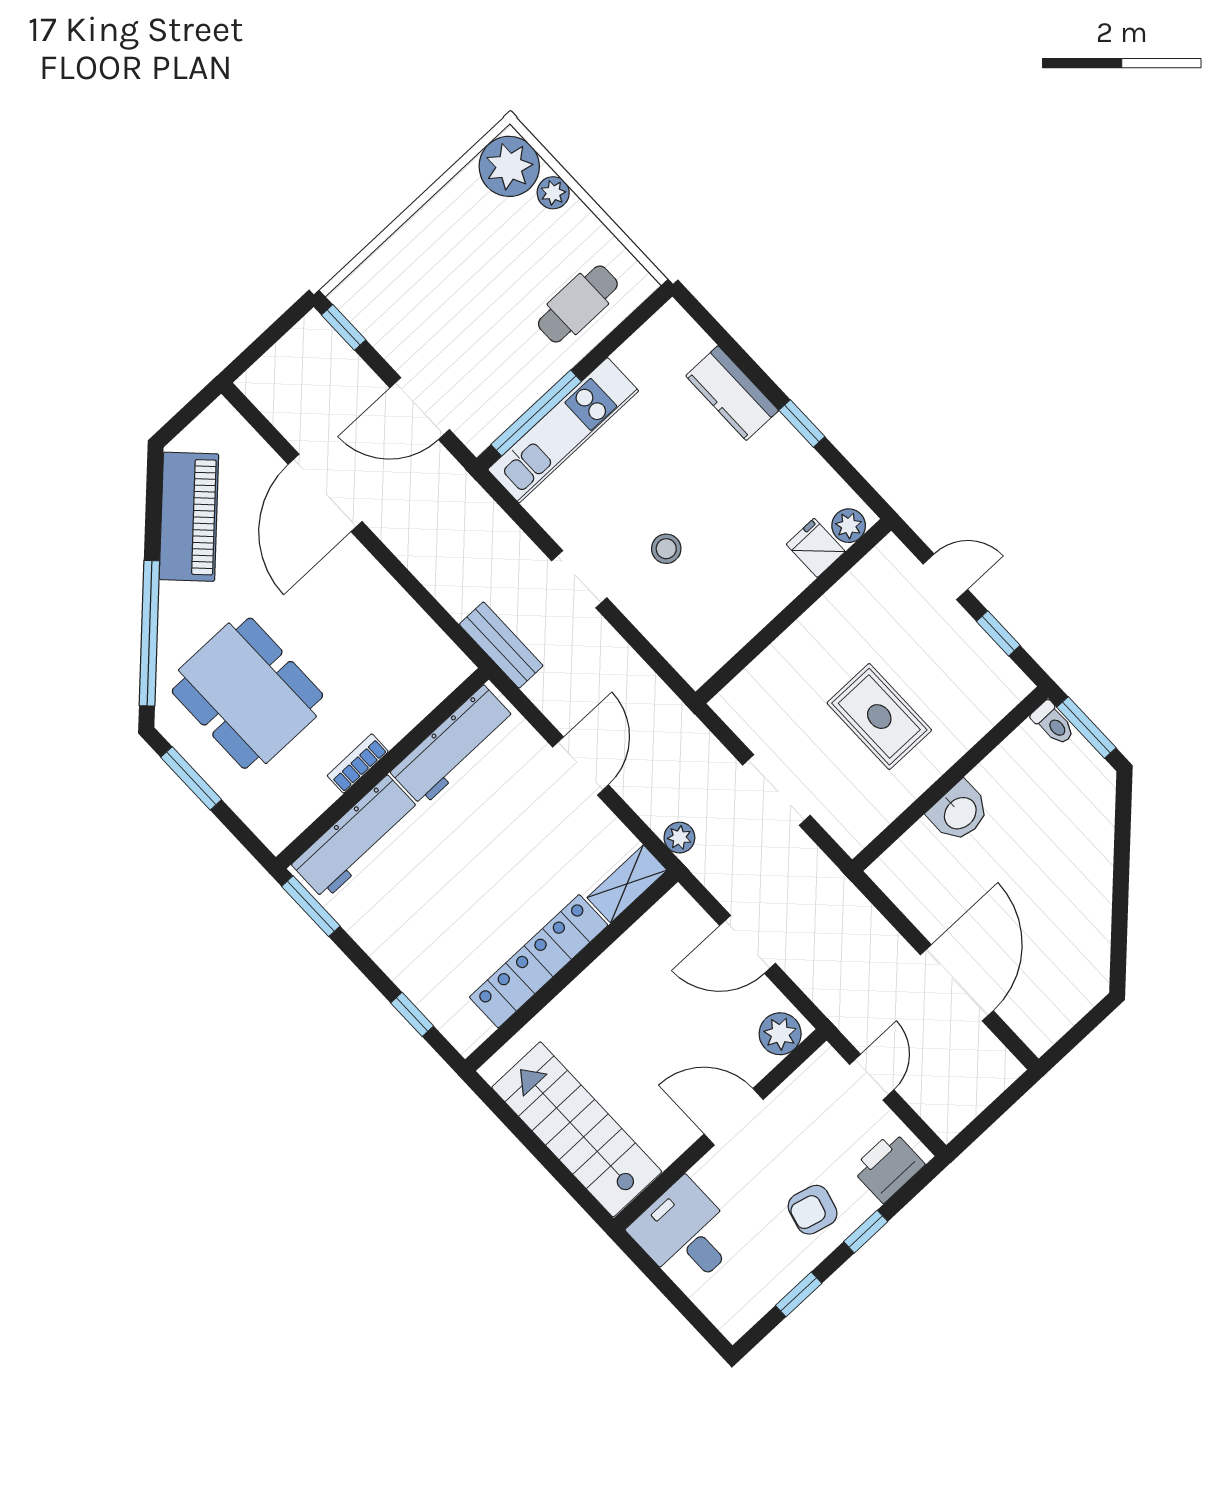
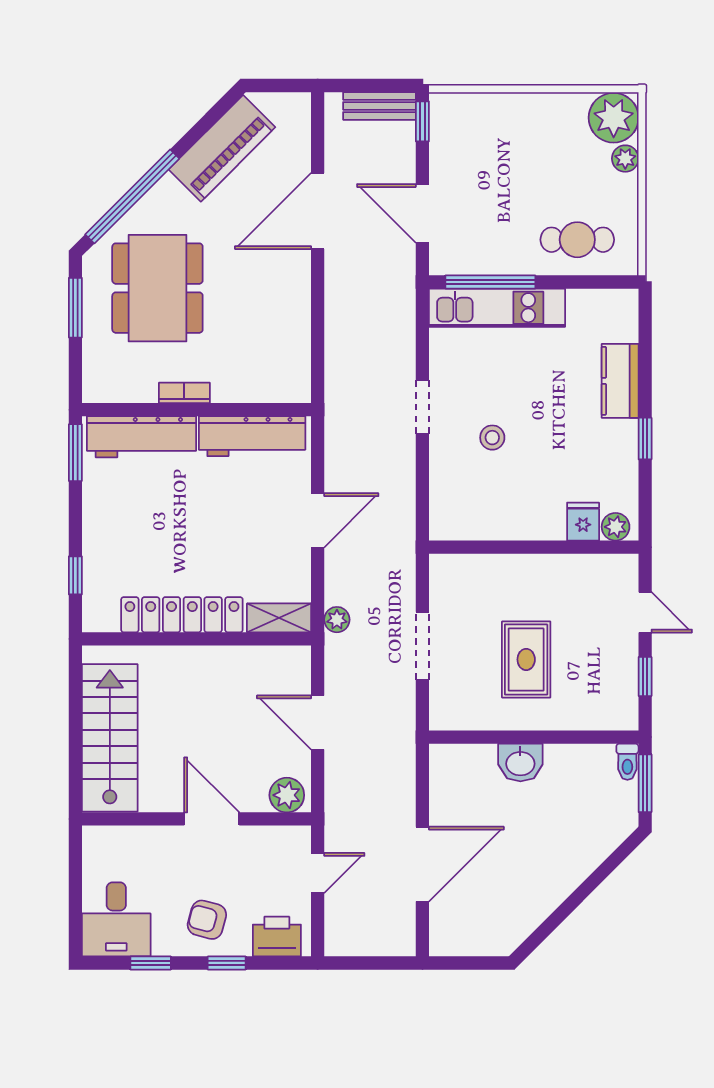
bench: (501, 645) -> (379, 106), moved, turned 90
desk: (685, 1234) -> (116, 919), moved, turned 180

